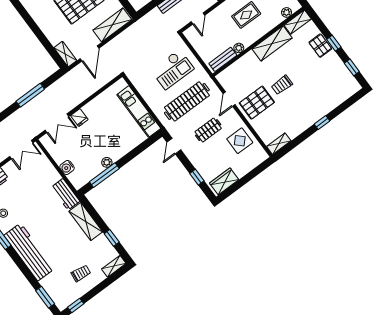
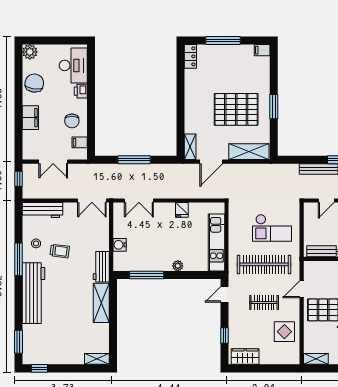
fridge: (79, 118) -> (182, 210), moved
plant: (107, 162) -> (178, 266), moved
window: (112, 238) -> (113, 333), removed
trolley: (81, 273) -> (60, 251), moved

